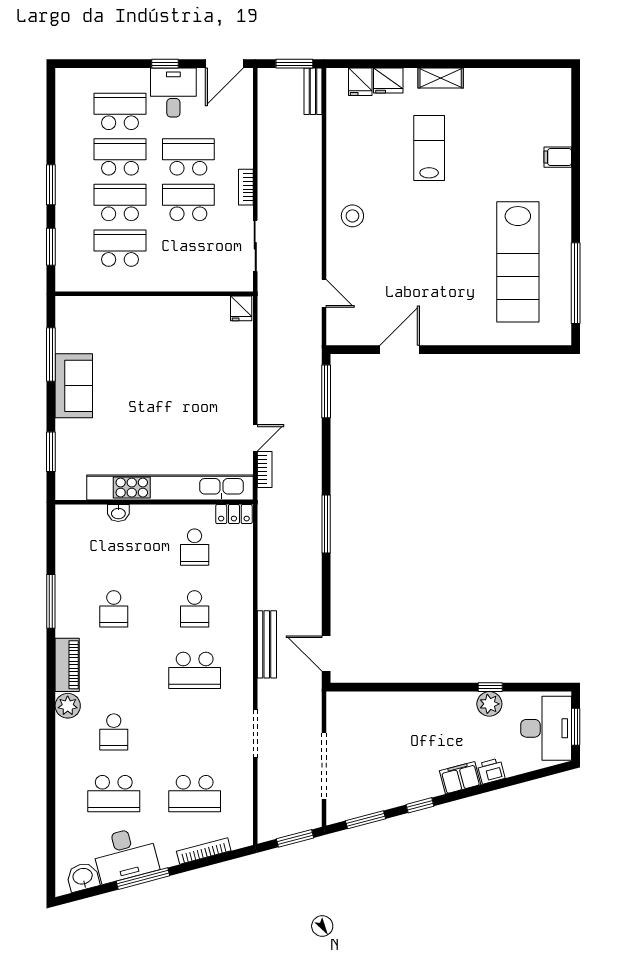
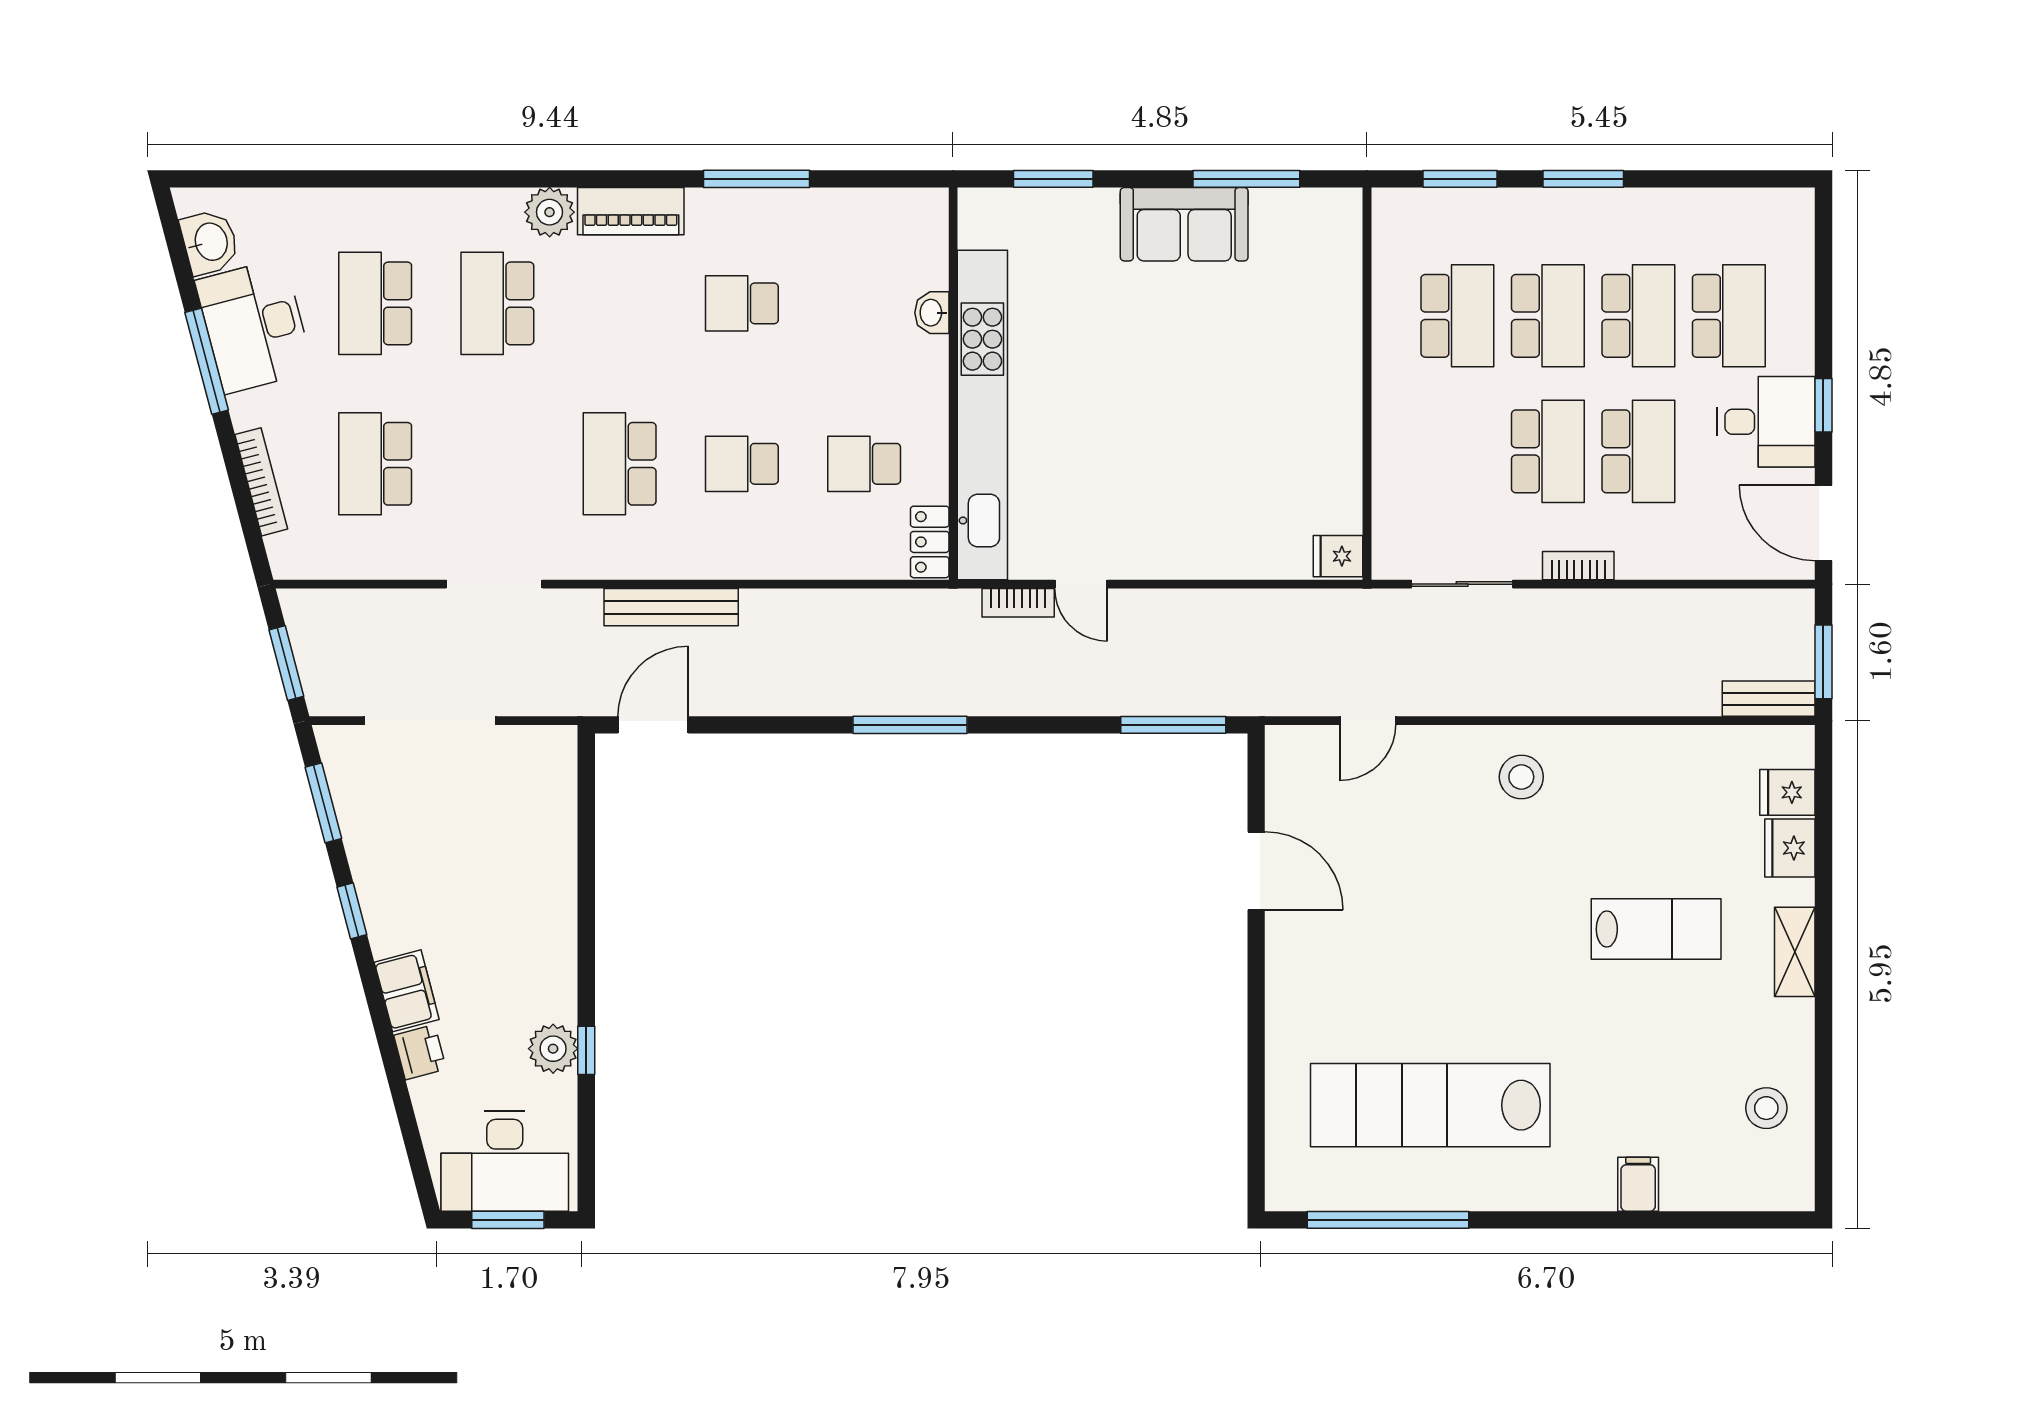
stool: (519, 92) -> (1766, 1108), added
school desk: (114, 732) -> (497, 303), width x1.85

